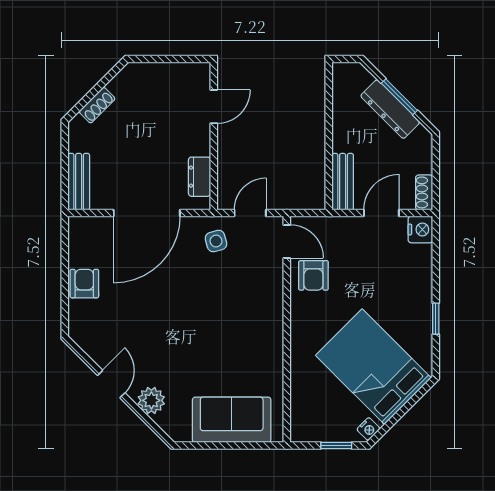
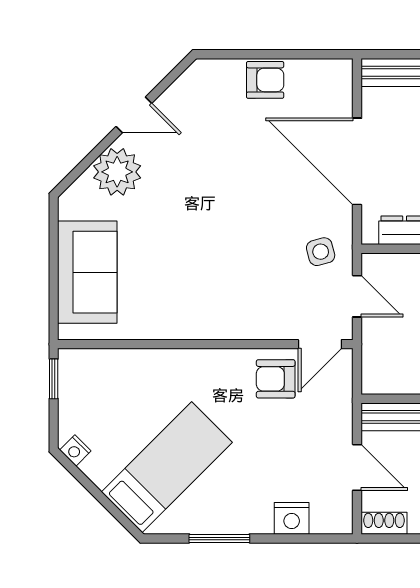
nightstand: (420, 229) -> (292, 518), moved
window: (436, 319) -> (219, 538), width x1.50
bed: (373, 367) -> (167, 467), width x0.67
plant: (151, 400) -> (117, 172), width x1.36, depth x1.36
window: (336, 446) -> (54, 379), moved

